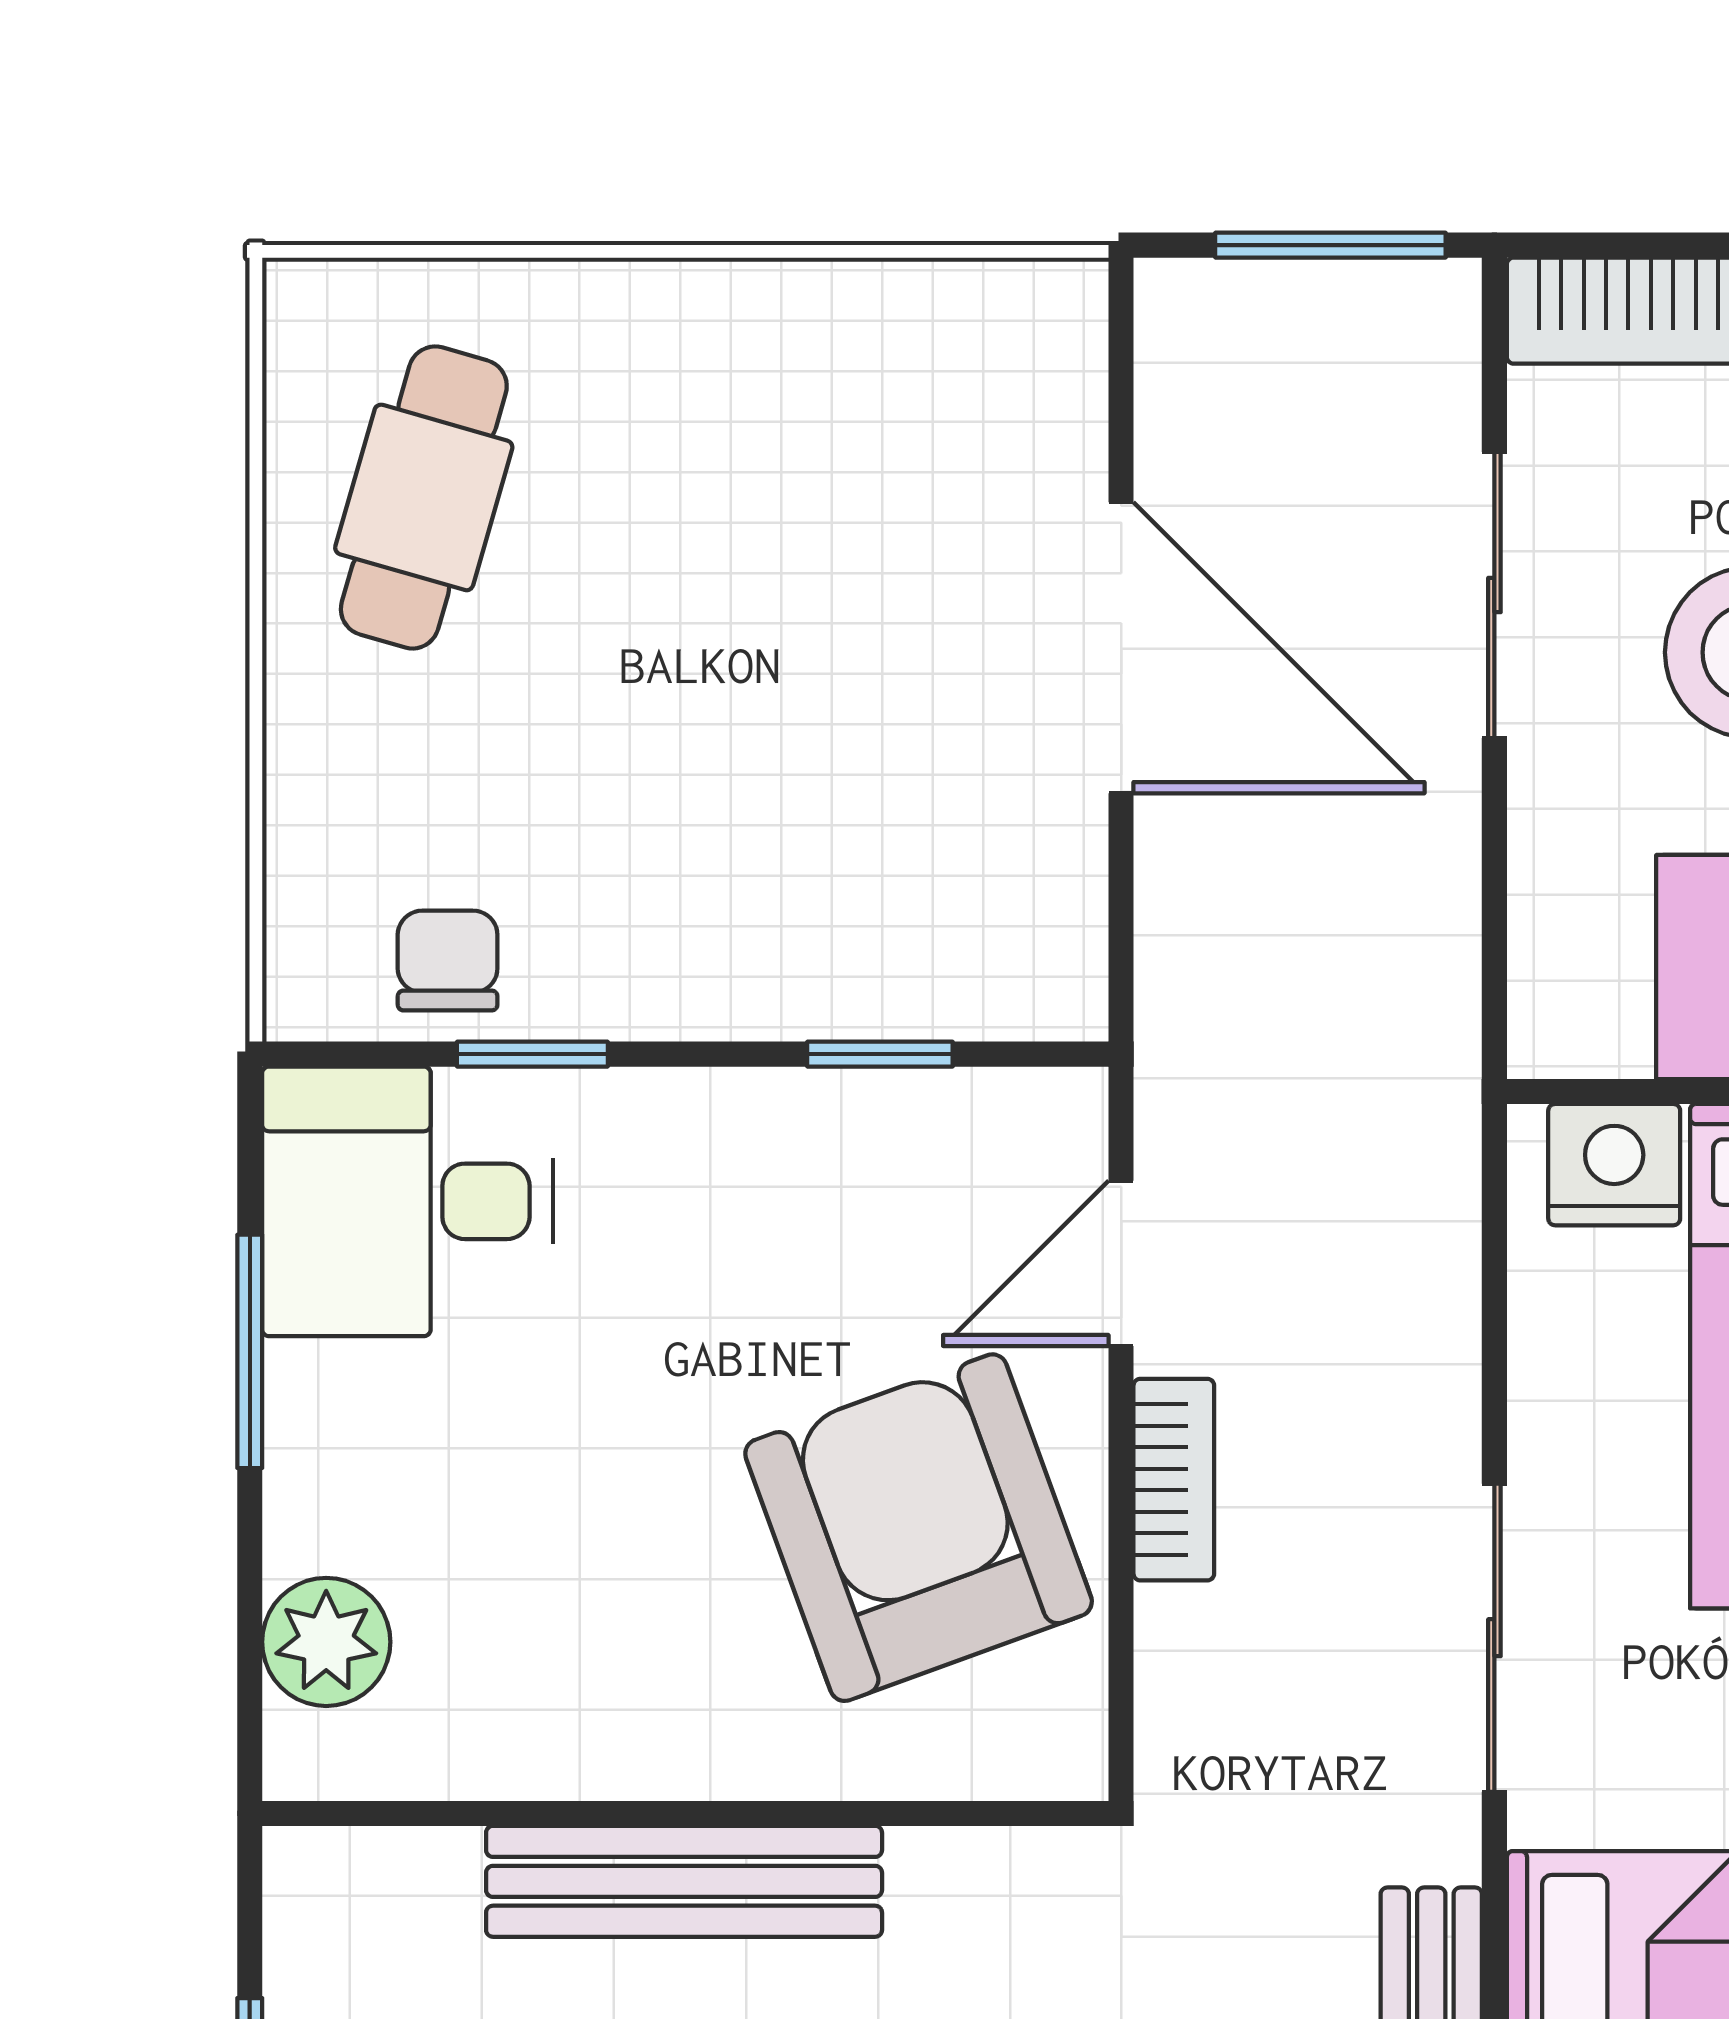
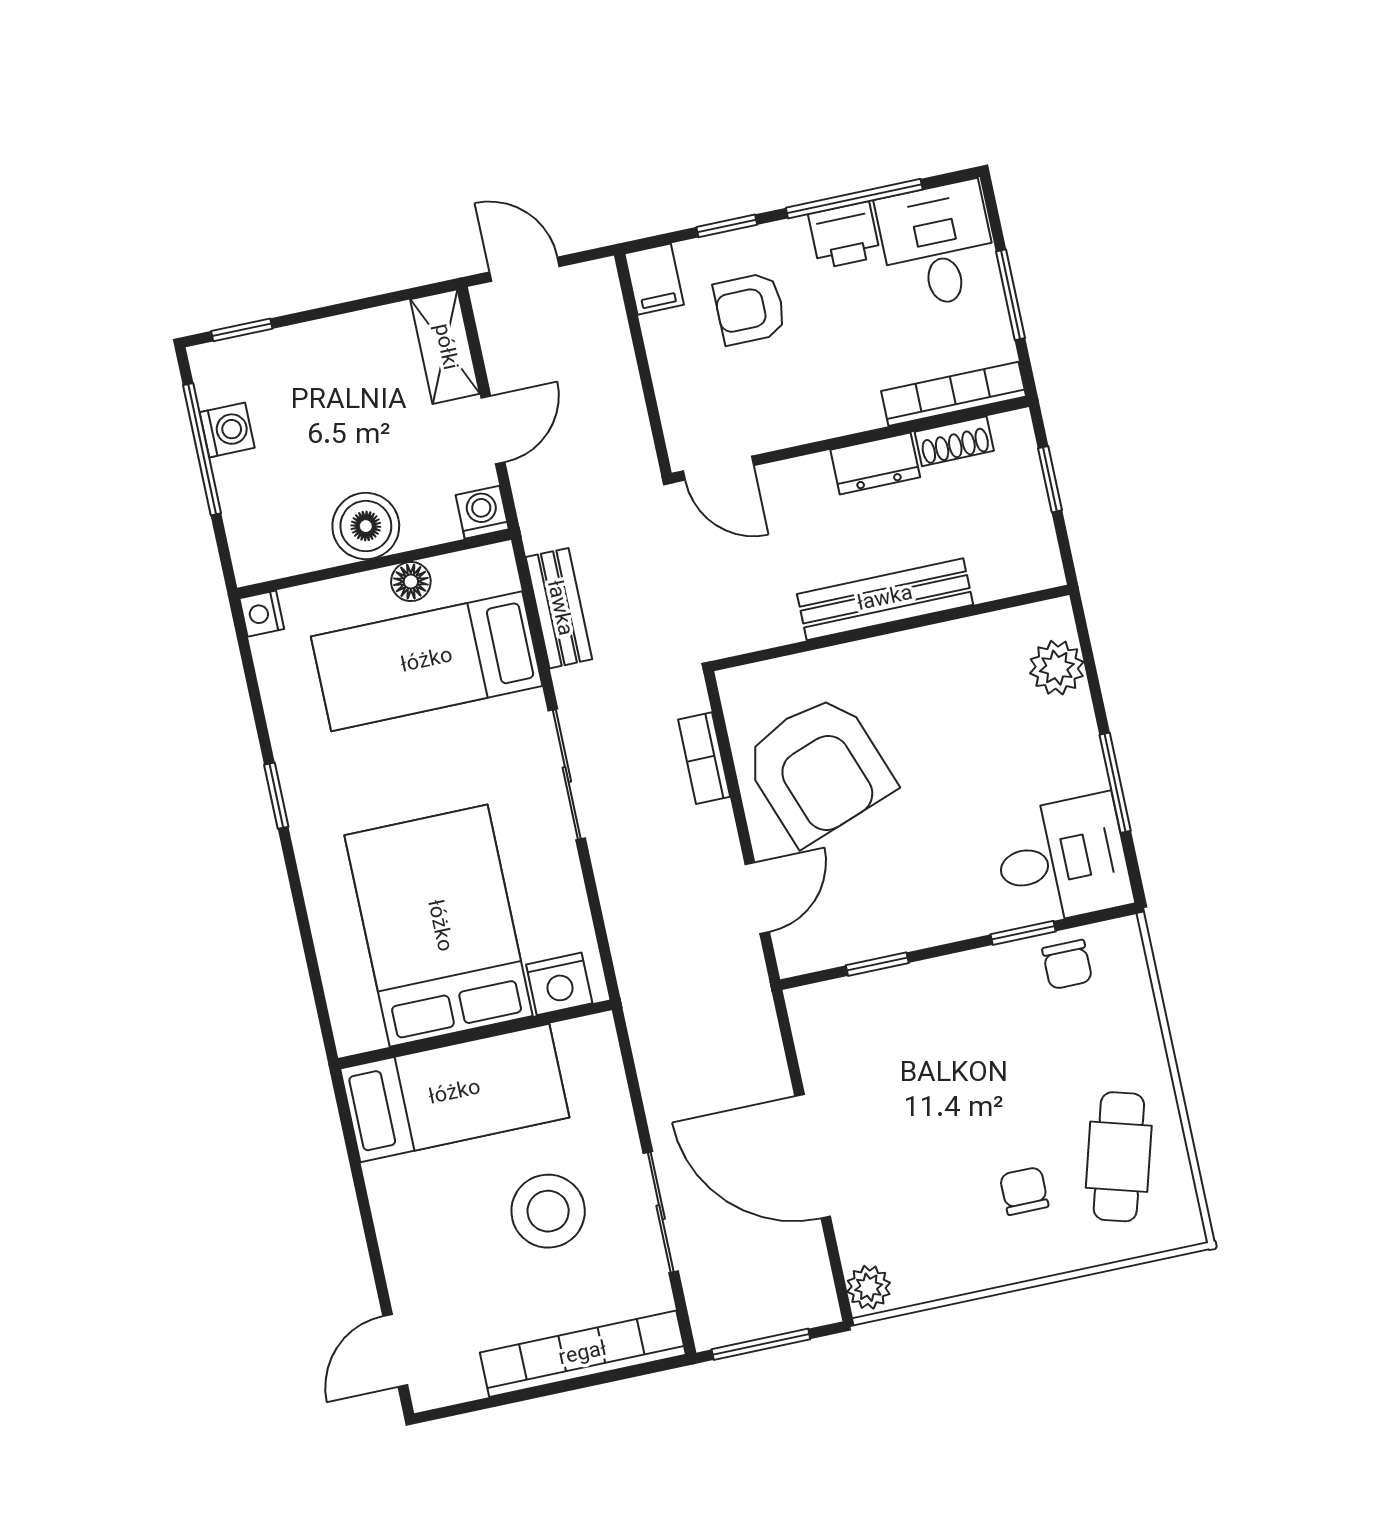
plant: (1057, 322) -> (869, 1287), added
chair: (656, 466) -> (1024, 1191), added
bookcase: (1174, 1480) -> (704, 758), moved

